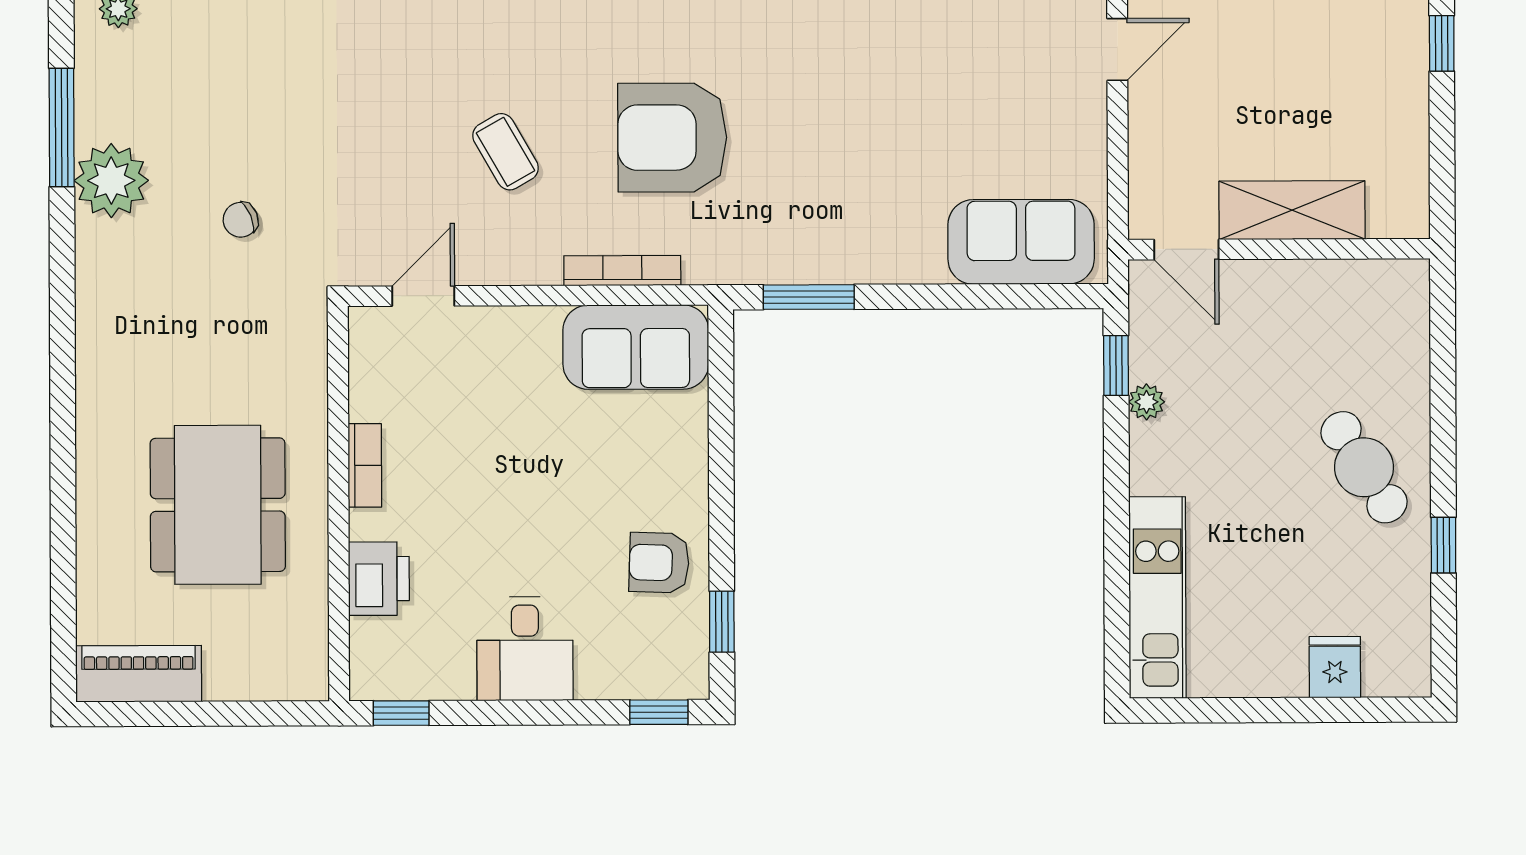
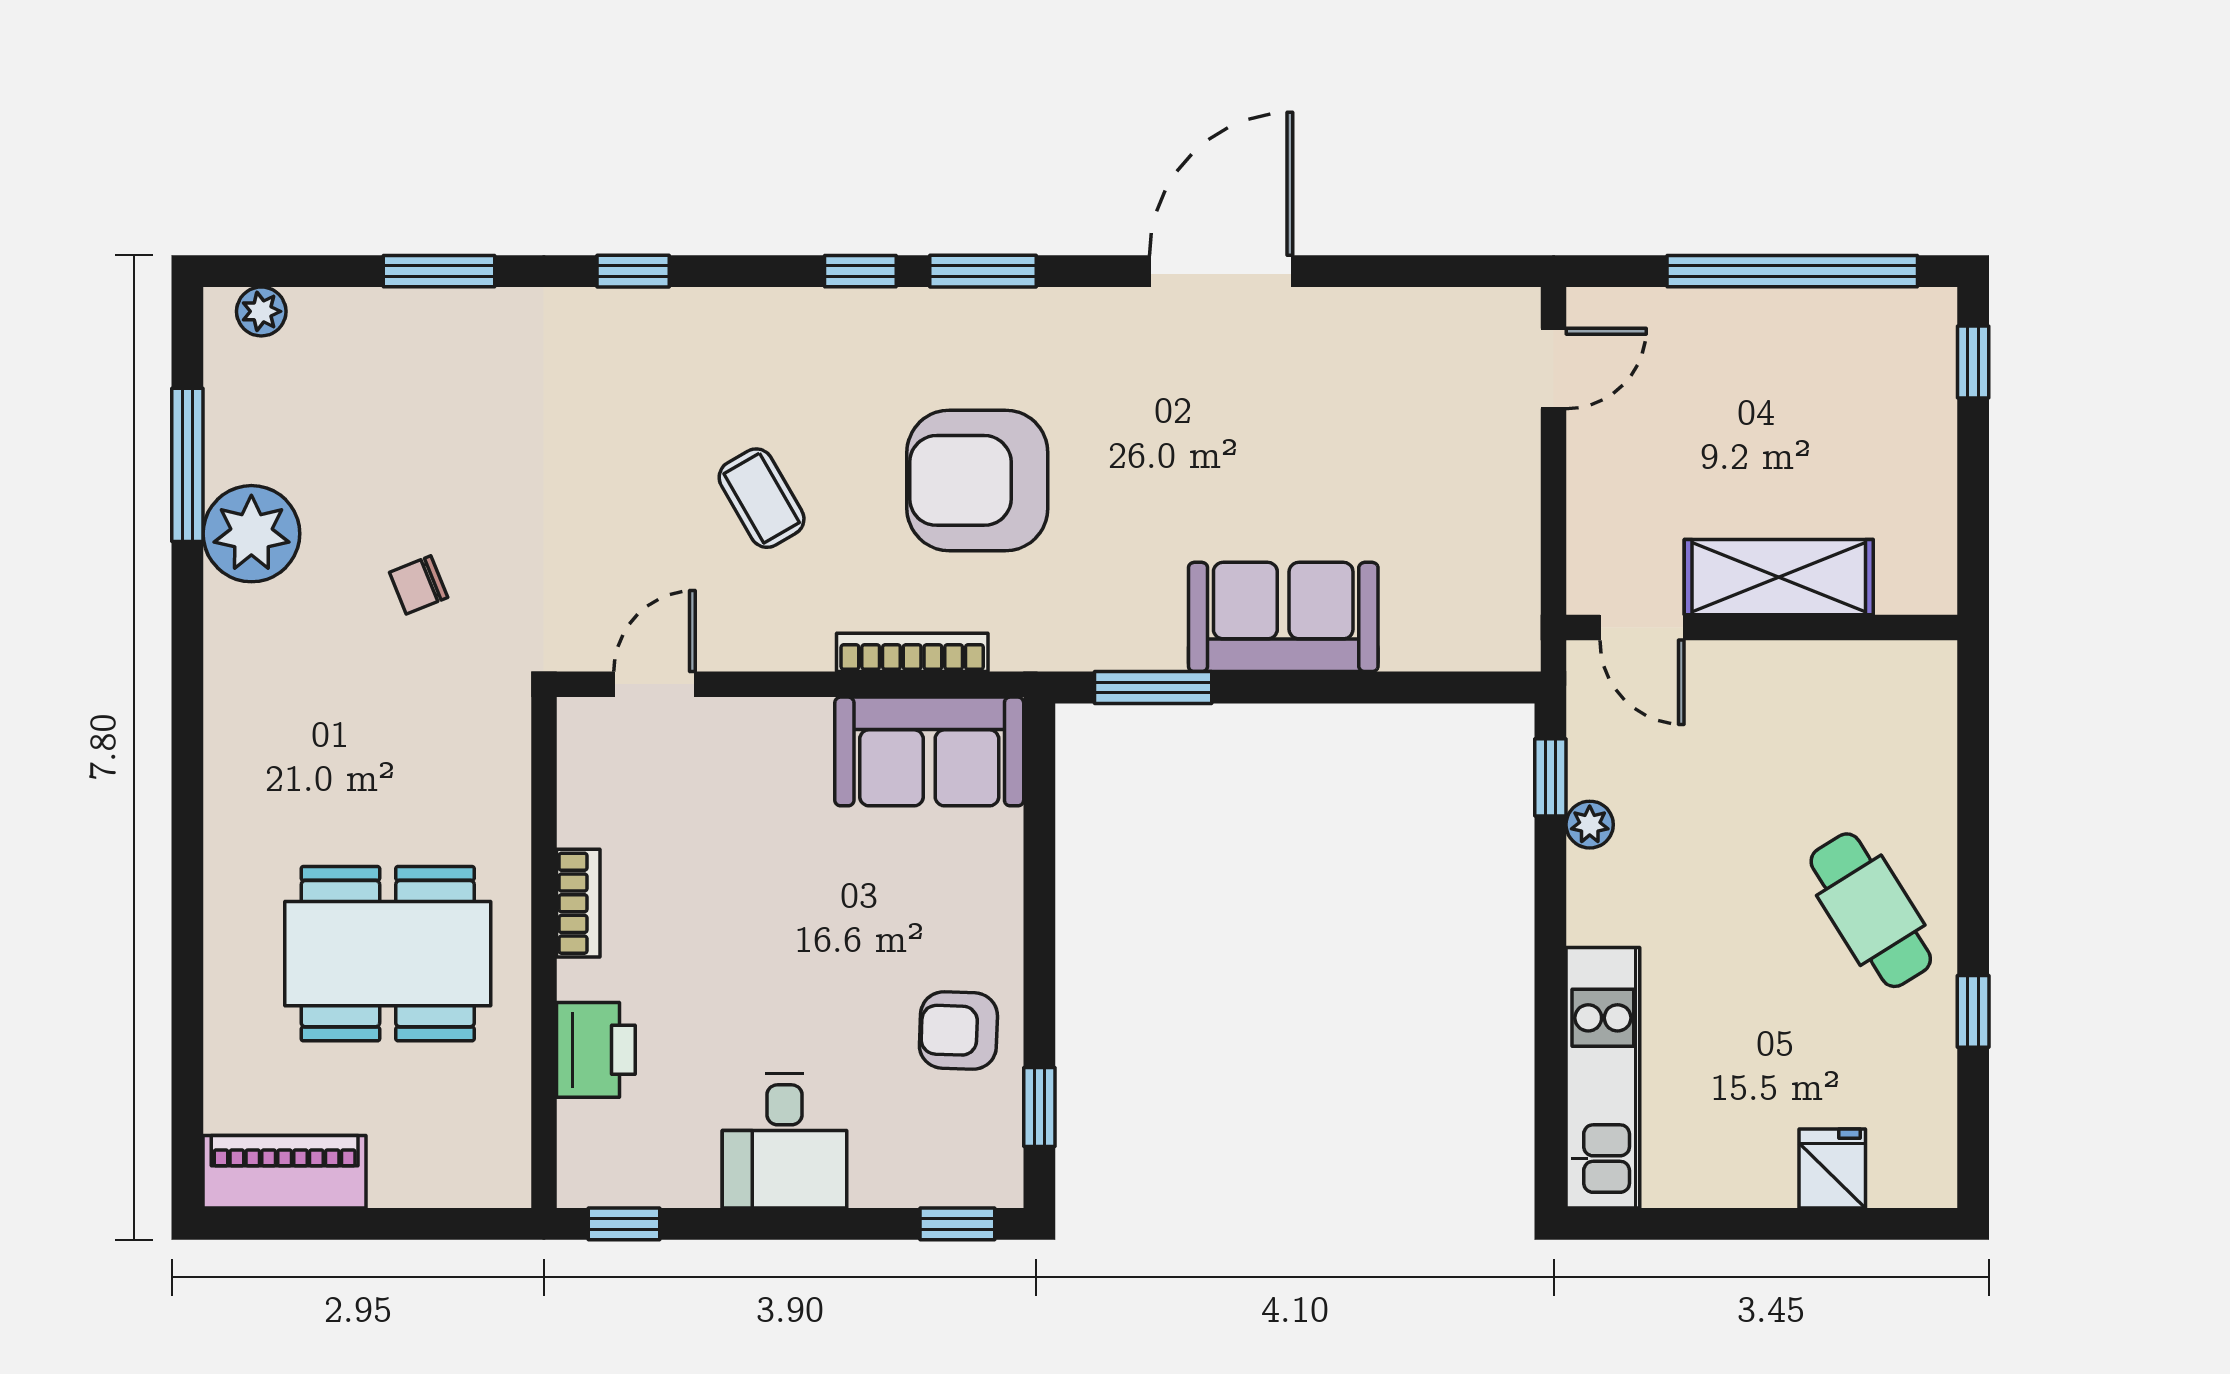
sofa: (1021, 242) -> (1283, 617), moved
dining table: (218, 505) -> (388, 954), turned 90

